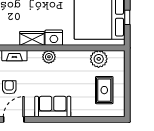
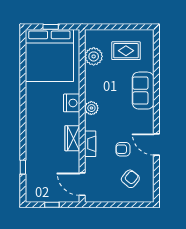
wardrobe: (32, 38) -> (72, 138), moved
sofa: (53, 107) -> (143, 91), moved

